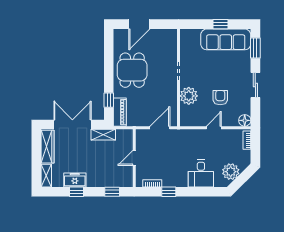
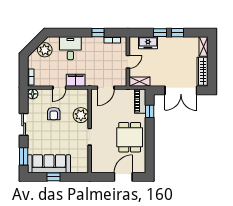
shelving: (103, 135) -> (139, 82), moved
filing cabinet: (195, 136) -> (76, 80), added
freezer: (75, 180) -> (148, 43), moved
window: (112, 192) -> (160, 33), moved

